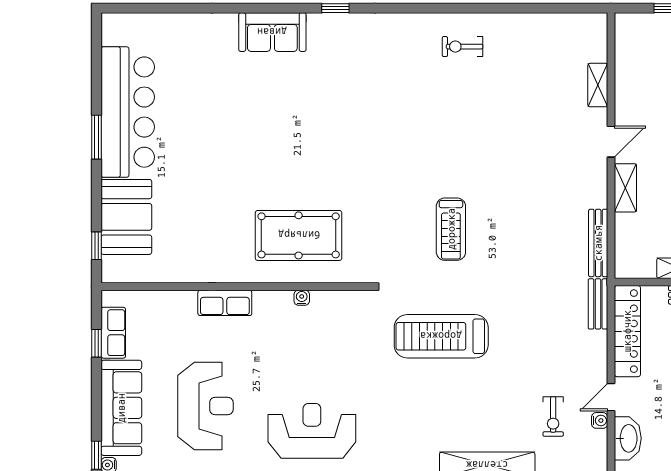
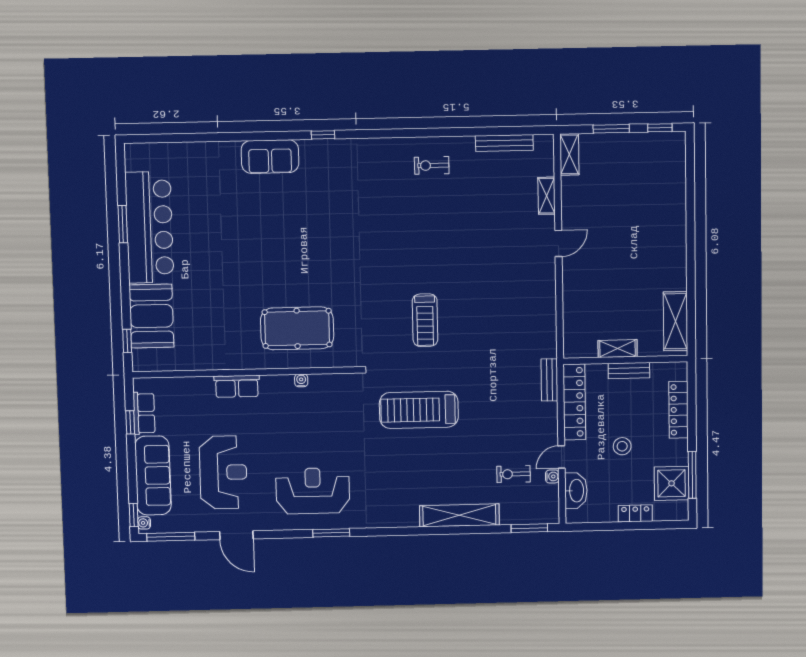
window: (96, 137) -> (123, 224), moved
shelving: (625, 188) -> (569, 154), moved
bench: (598, 243) -> (504, 143), moved, turned 90
exercise bike: (553, 416) -> (513, 474), turned 90

